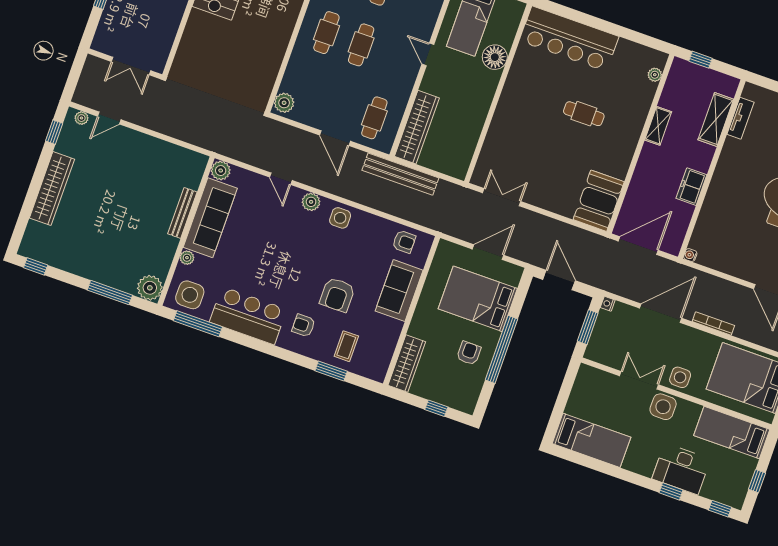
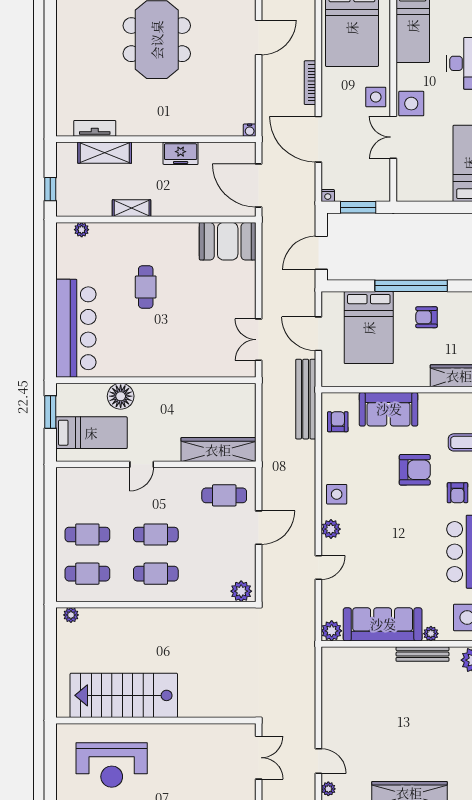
bench: (400, 174) -> (306, 399), moved
bench: (182, 213) -> (423, 654), moved

